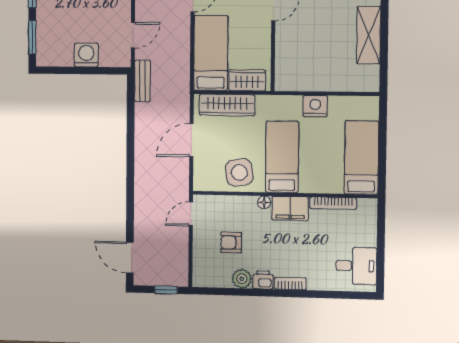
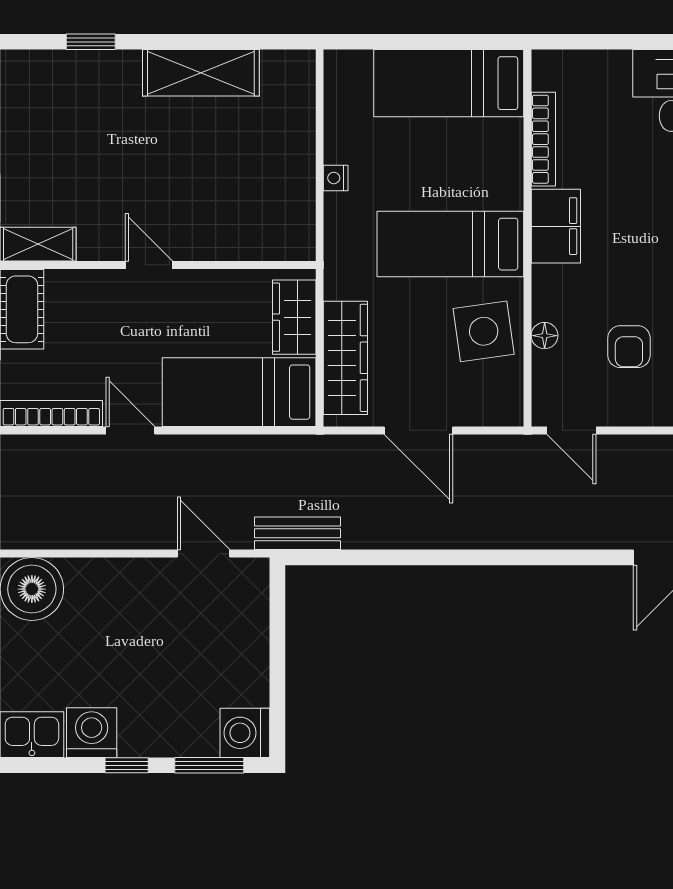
washing machine: (86, 55) -> (245, 733), moved
nightstand: (315, 106) -> (336, 178), width x0.53, depth x0.56
floor lamp: (264, 202) -> (545, 336), moved

